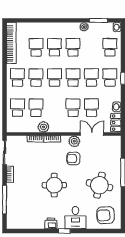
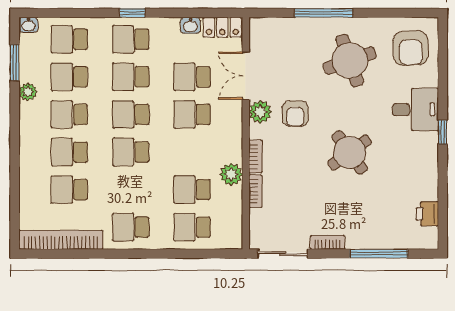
school desk: (36, 77) -> (69, 77), moved
round table: (54, 185) -> (350, 153), turned -36
round table: (99, 185) -> (350, 61), turned -32
printer: (51, 223) -> (427, 214), moved

